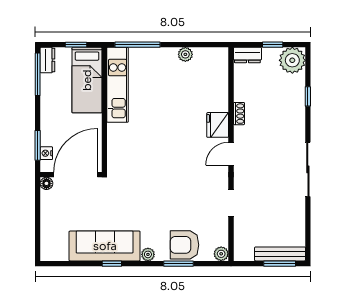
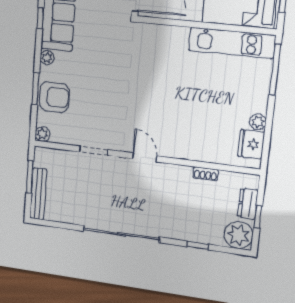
dresser: (247, 55) -> (248, 204), moved
shoe rack: (239, 114) -> (205, 174), moved
fridge: (218, 125) -> (251, 144), moved, turned -90
sliding door: (308, 169) -> (121, 234), width x1.36
armchair: (184, 245) -> (54, 97), turned 90
window: (280, 264) -> (30, 177), moved

